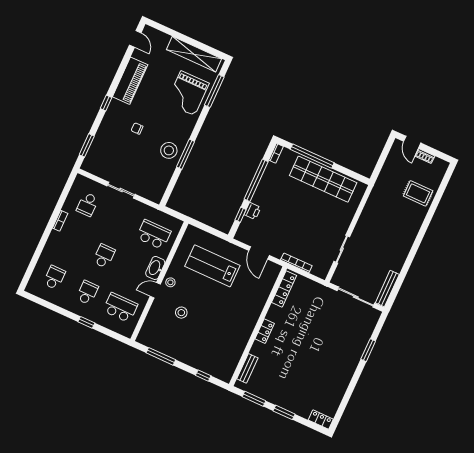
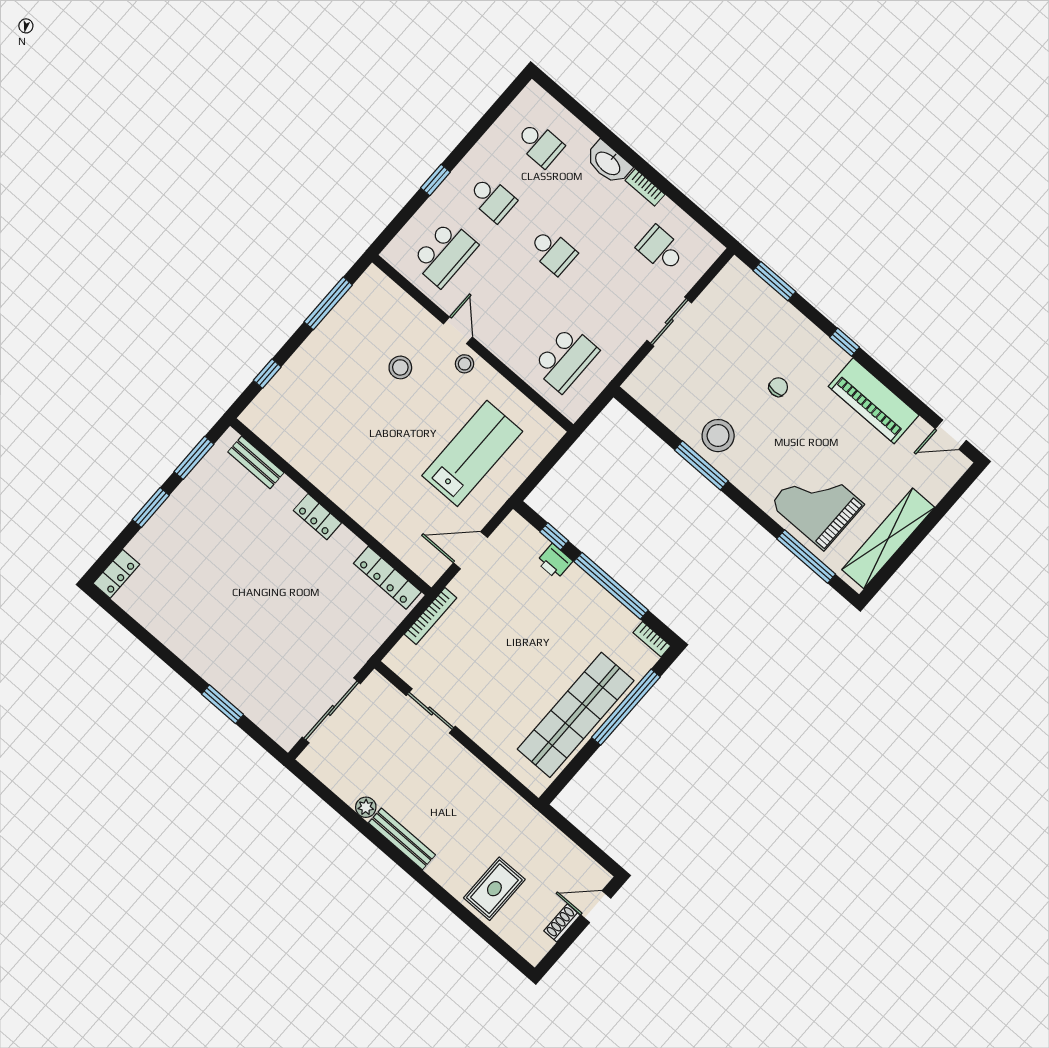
plant: (397, 267) -> (366, 807), added
washbasin: (155, 268) -> (608, 163), moved, turned 180
bench: (387, 289) -> (402, 839), moved

